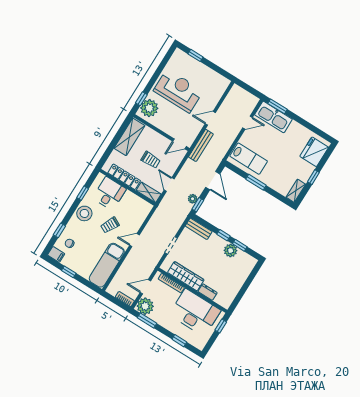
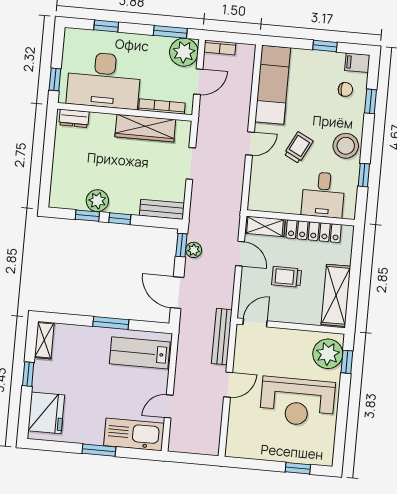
window: (278, 106) -> (99, 450), moved
dresser: (208, 292) -> (74, 118), moved

